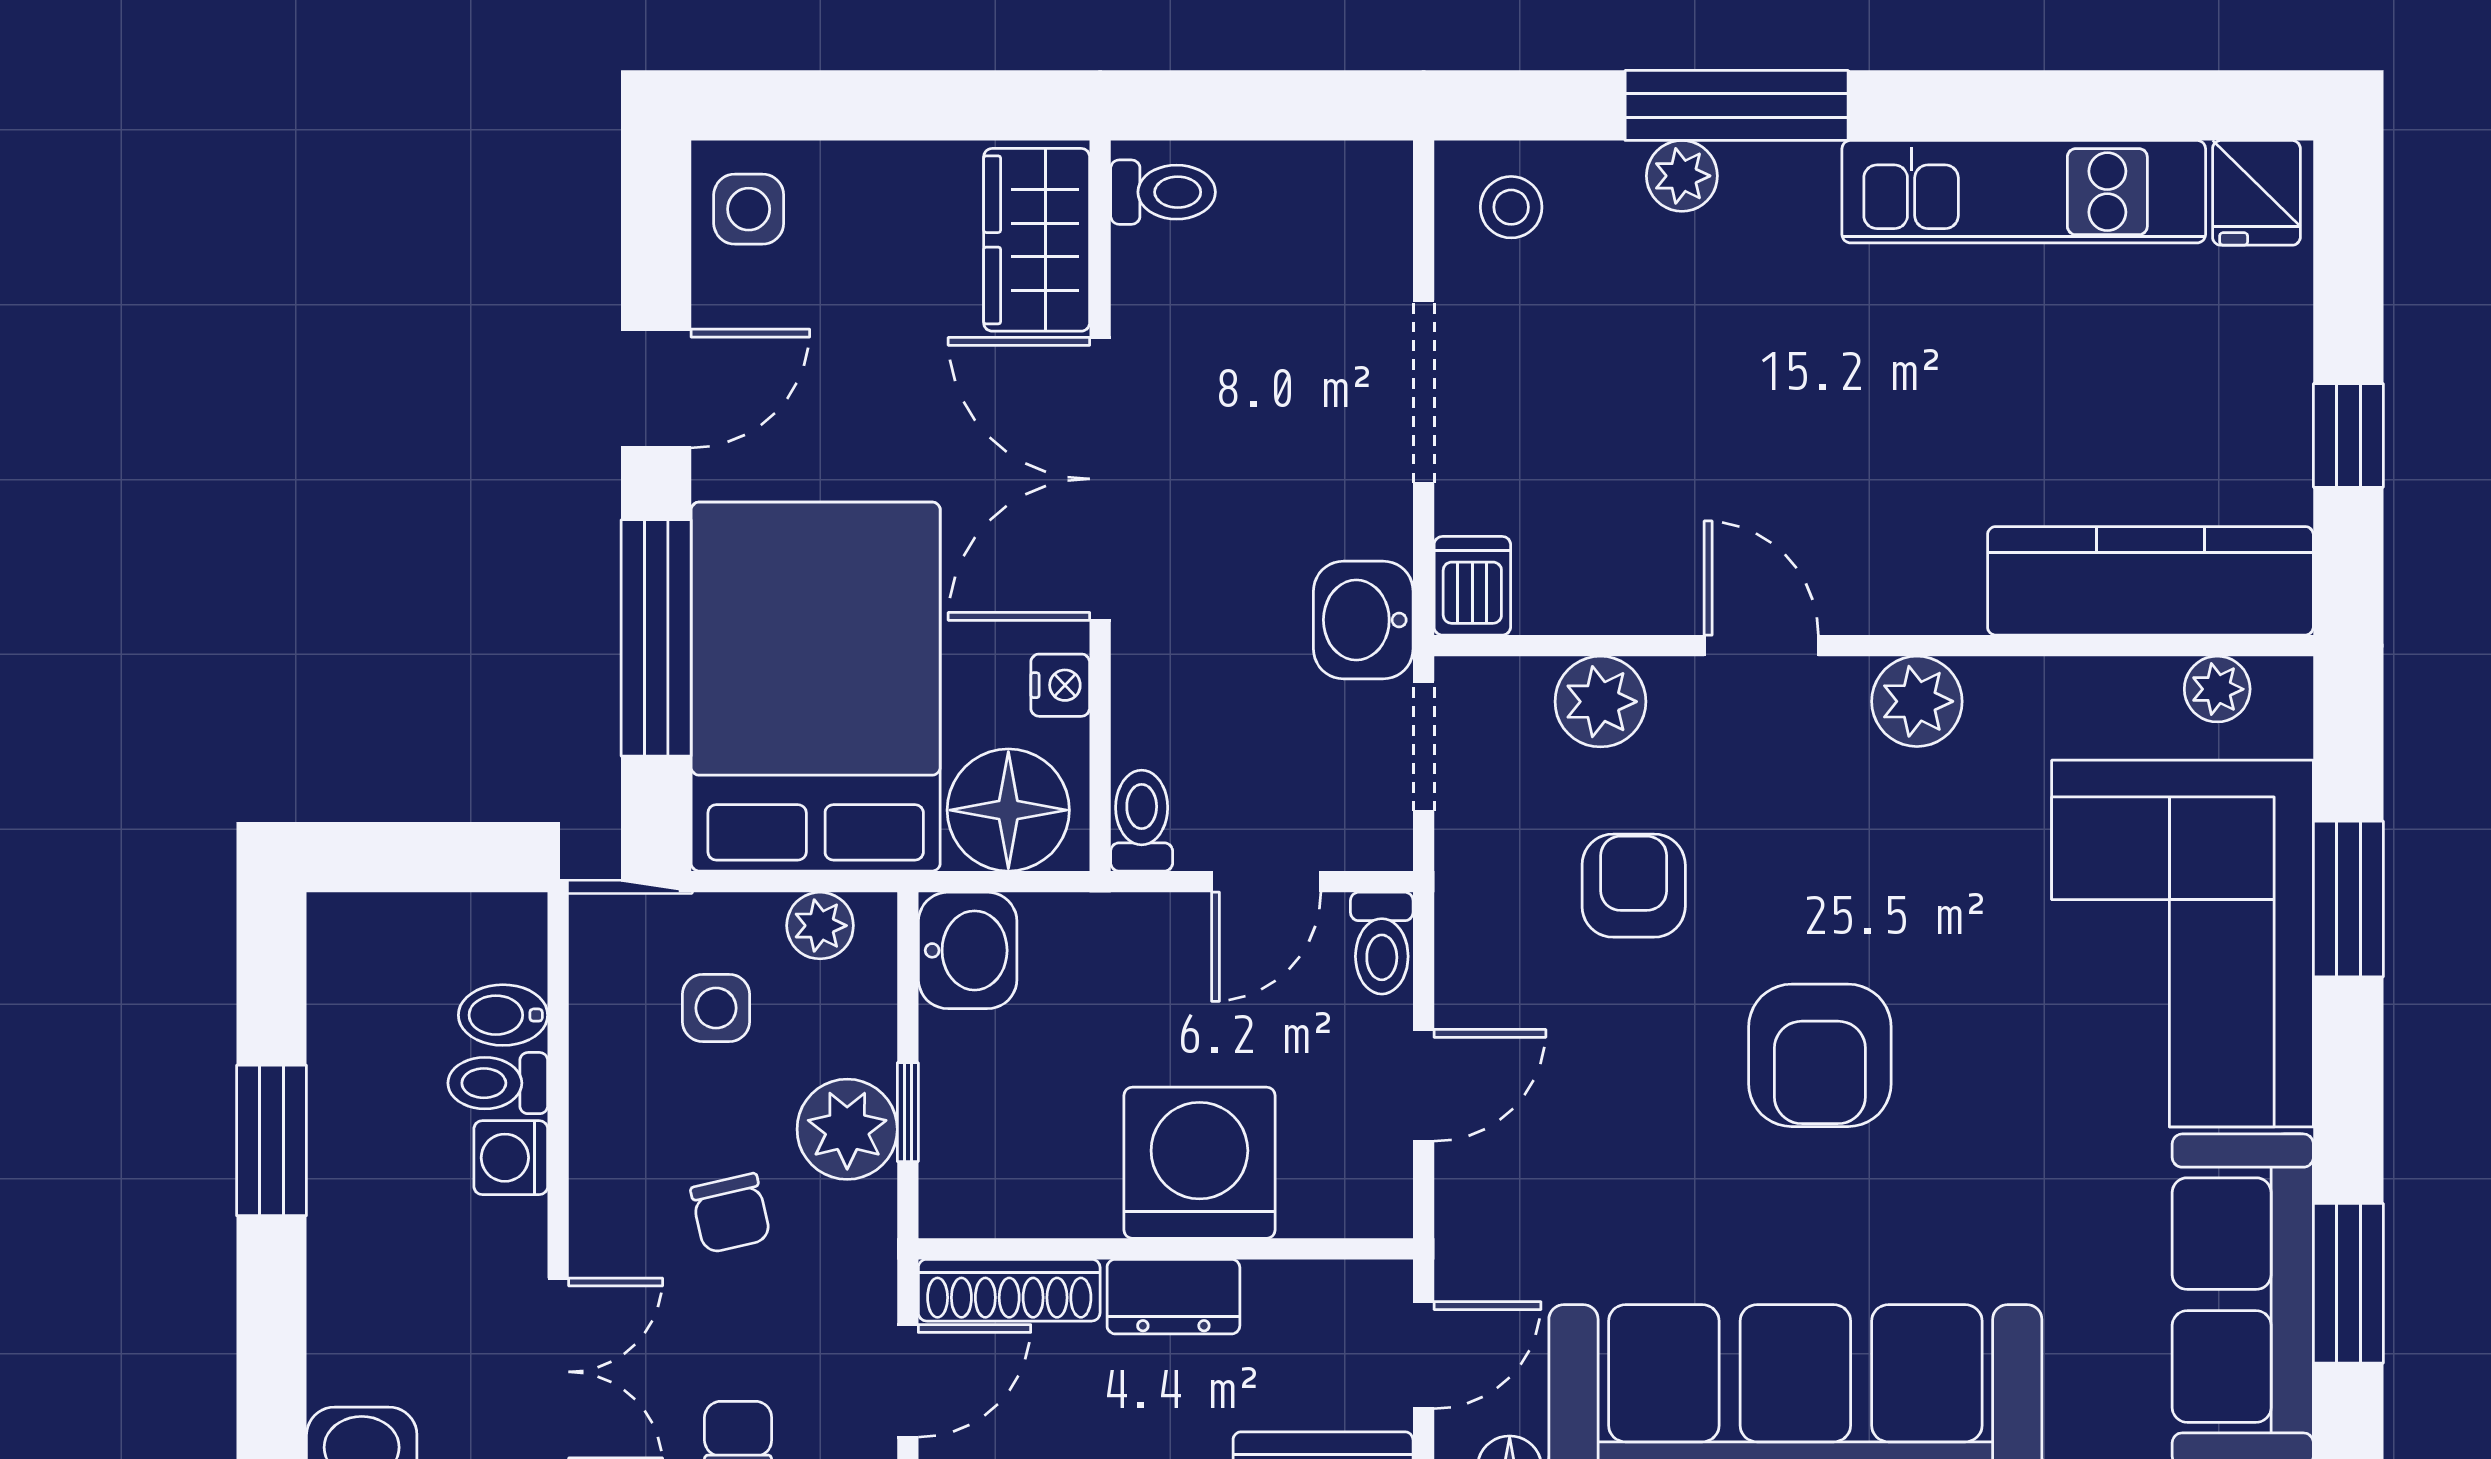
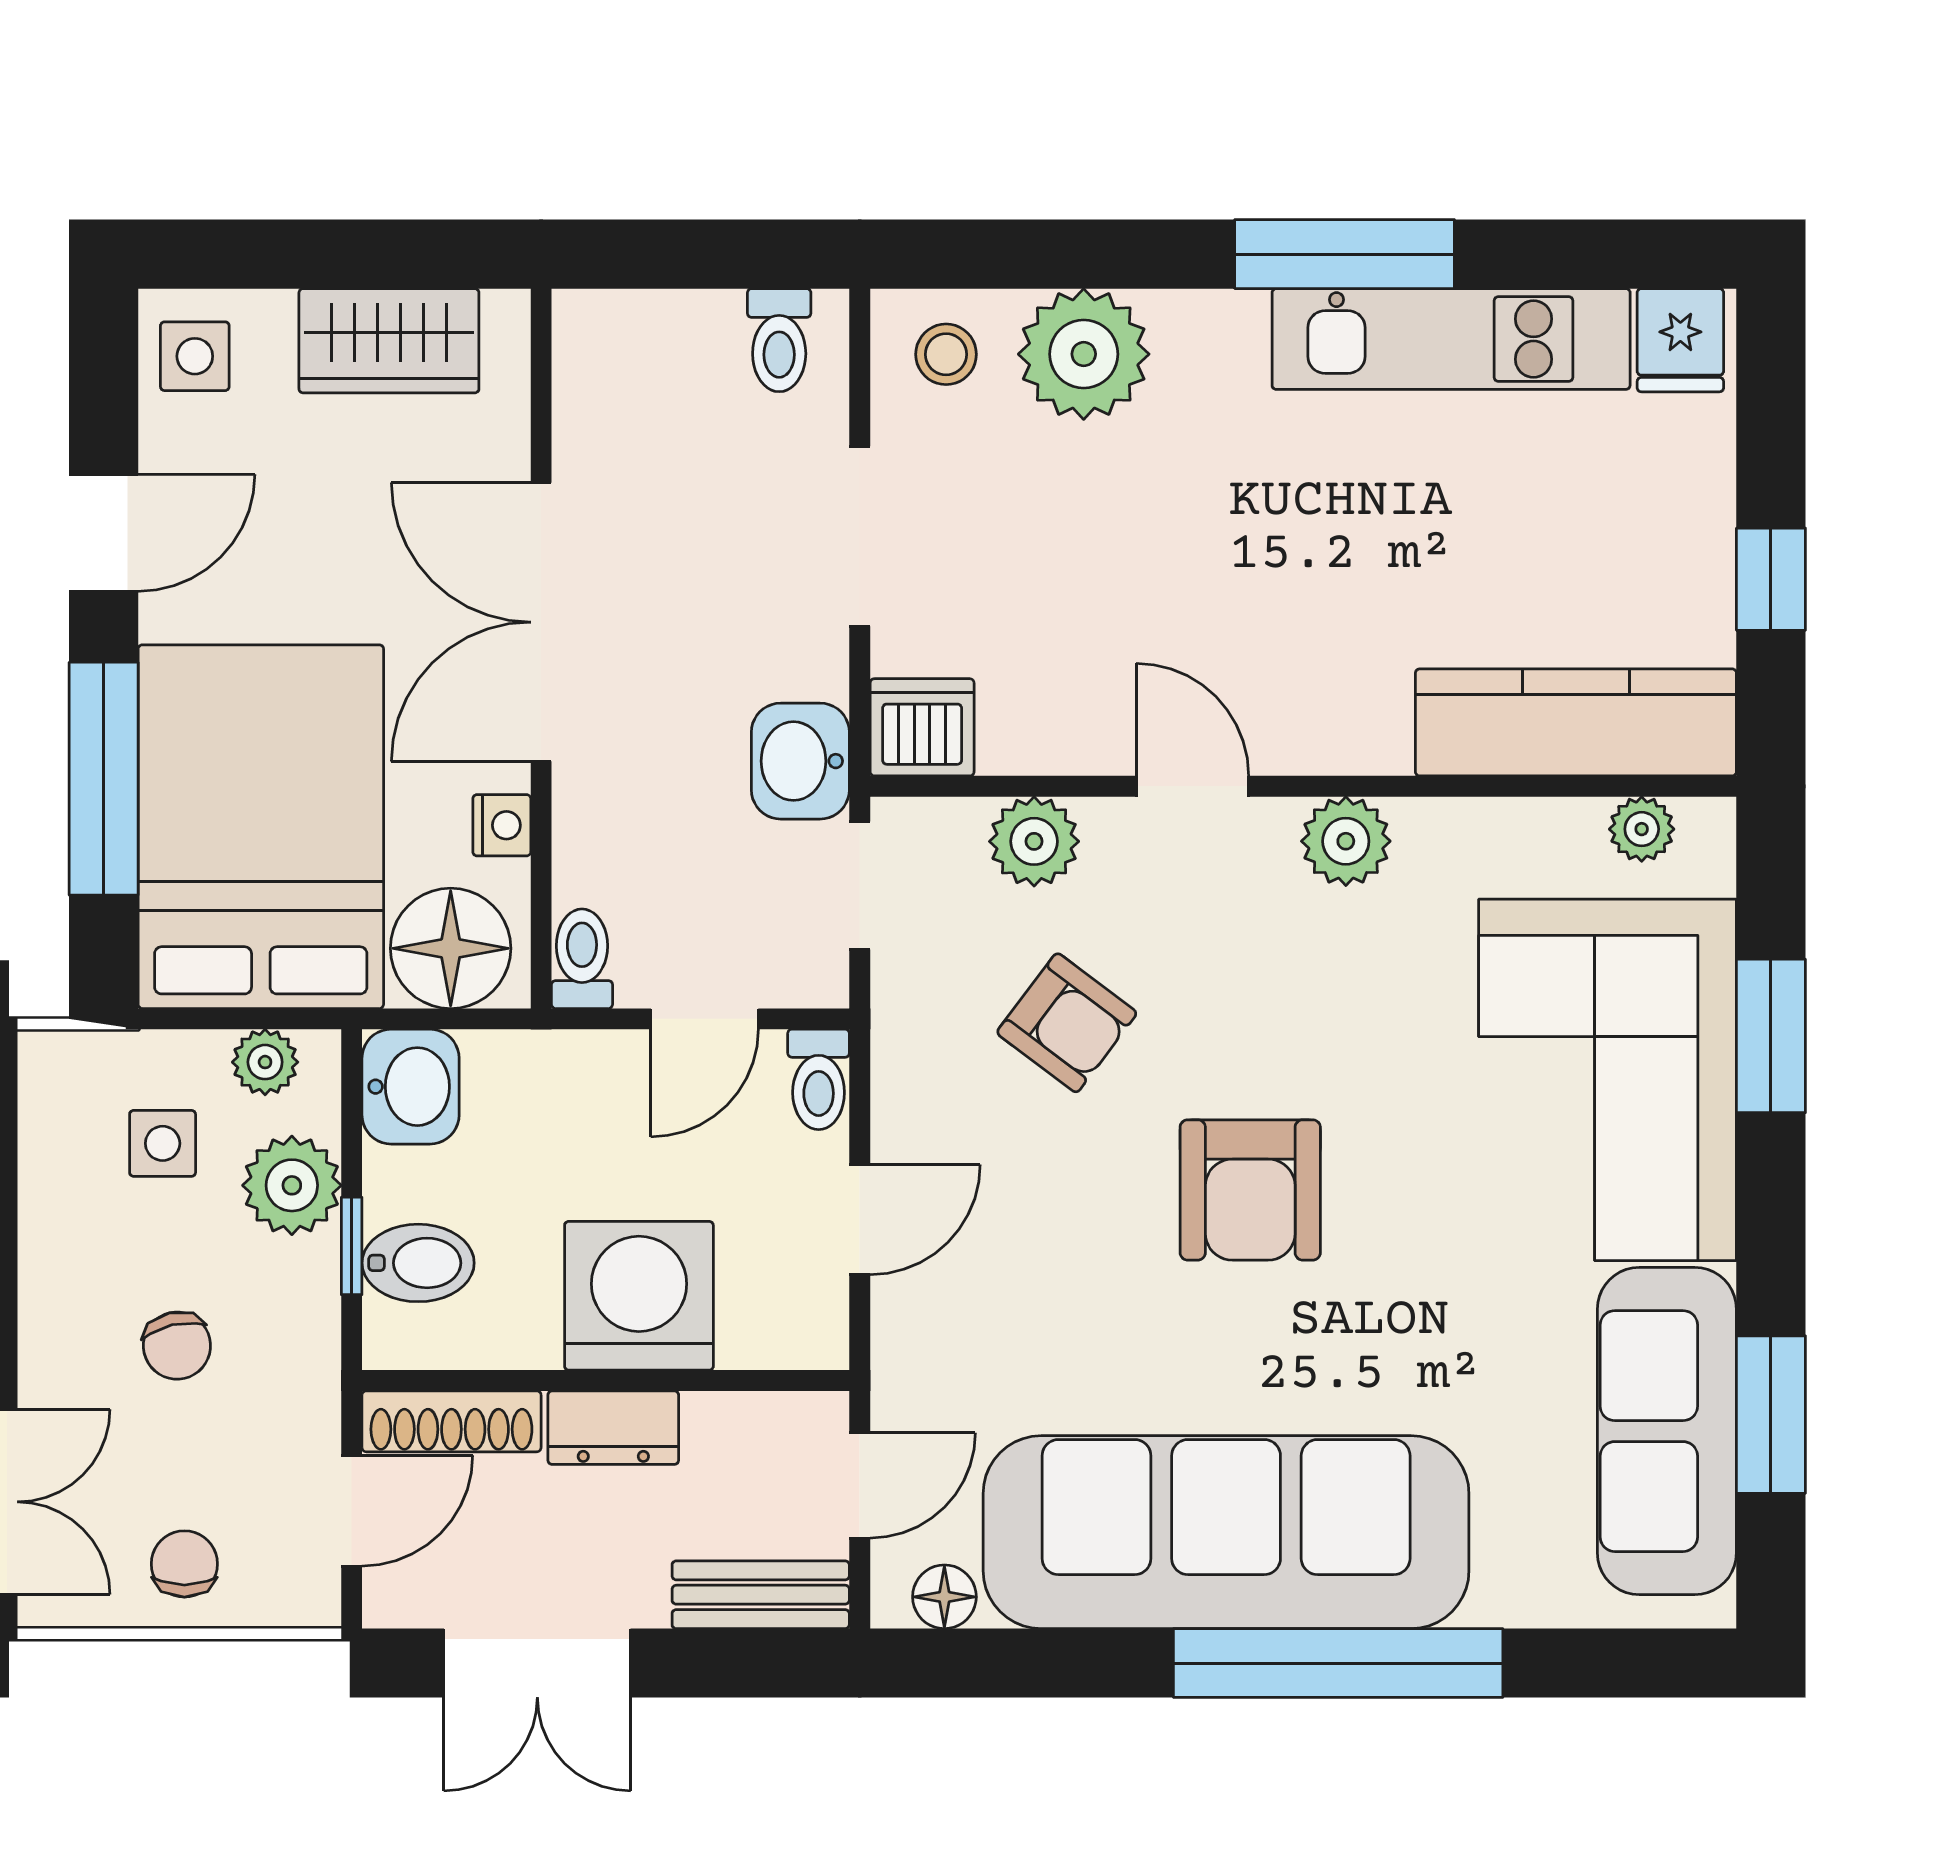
window: (1737, 105) -> (1345, 254), moved
plant: (1682, 176) -> (1084, 354), width x1.87, depth x1.87
toilet: (1163, 192) -> (779, 340), moved, turned 90
wardrobe: (1037, 240) -> (389, 341), moved, turned -90
dishwasher: (1472, 586) -> (922, 727), width x1.38
armchair: (1634, 886) -> (1067, 1023), turned 127
plant: (847, 1129) -> (292, 1185), moved
bidet: (975, 1129) -> (418, 1263), added

